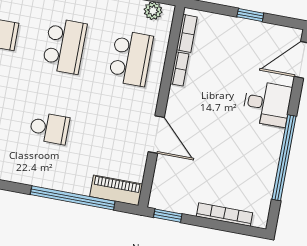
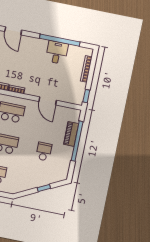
desk: (267, 104) -> (57, 53), moved
door: (156, 135) -> (48, 101), swing flipped
piano: (116, 190) -> (71, 134), moved

